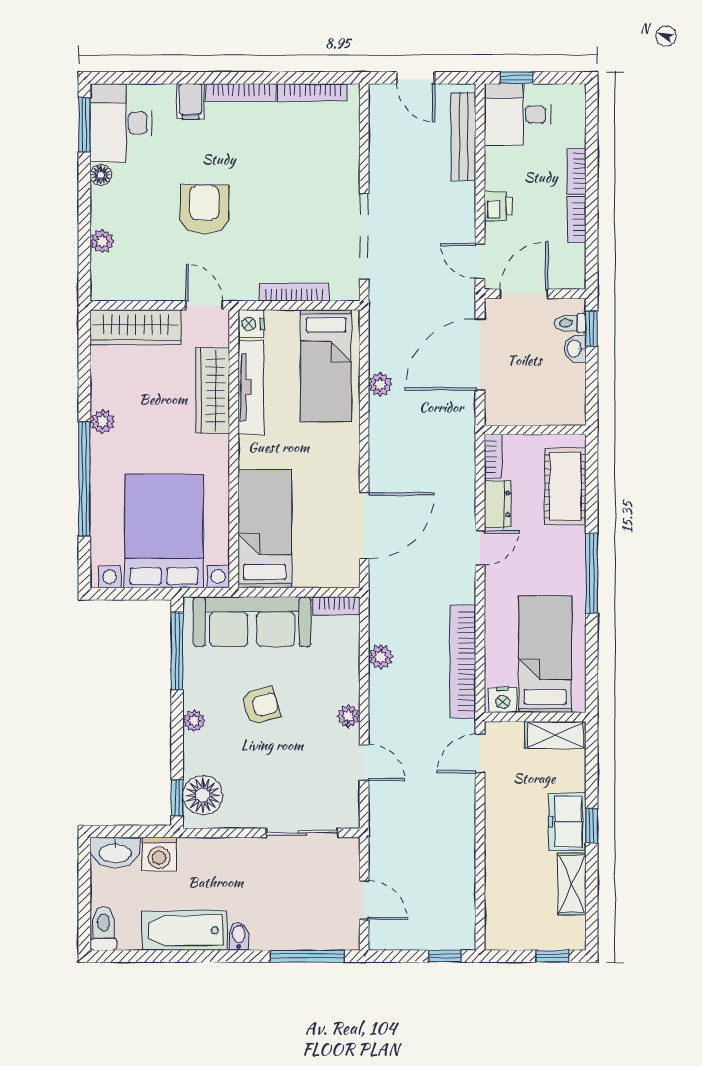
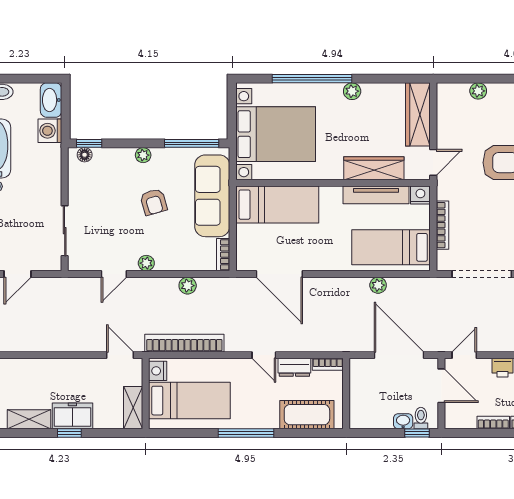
floor lamp: (203, 795) -> (85, 155), width x0.53, depth x0.53

